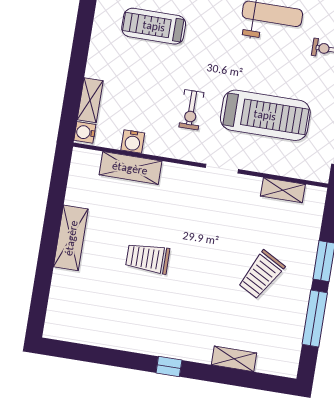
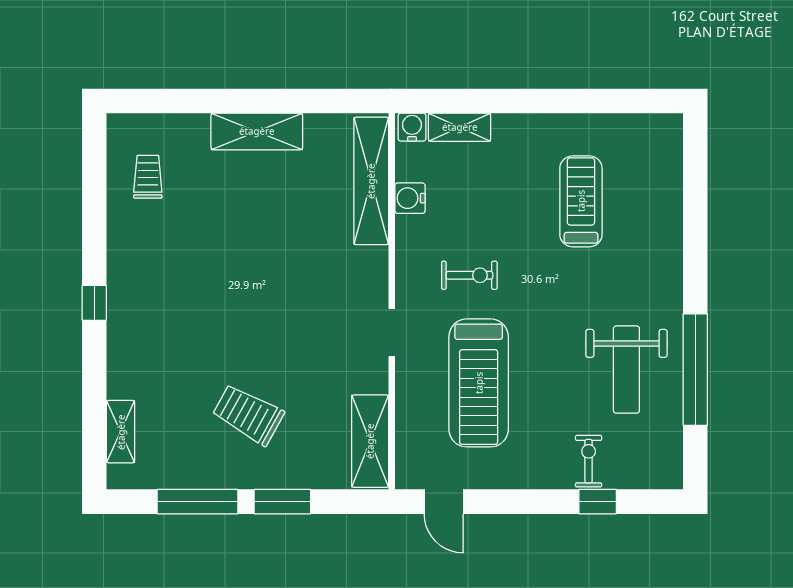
exercise bike: (191, 110) -> (469, 275), turned 180
shelving: (130, 168) -> (371, 181), width x1.47
shelving: (283, 190) -> (370, 441), width x1.50, depth x1.33
trolley: (148, 258) -> (148, 177), moved, width x0.73, depth x0.72
shelving: (234, 359) -> (121, 432), moved

